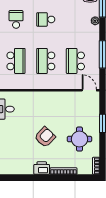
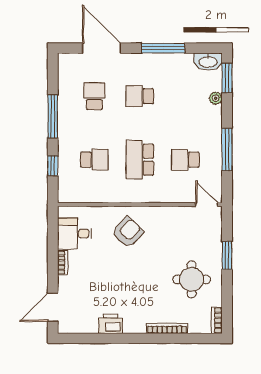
school desk: (16, 61) -> (94, 160), width x0.54
school desk: (75, 61) -> (185, 160), width x0.54
armchair: (45, 137) -> (128, 232), moved
printer: (42, 168) -> (111, 324), moved

